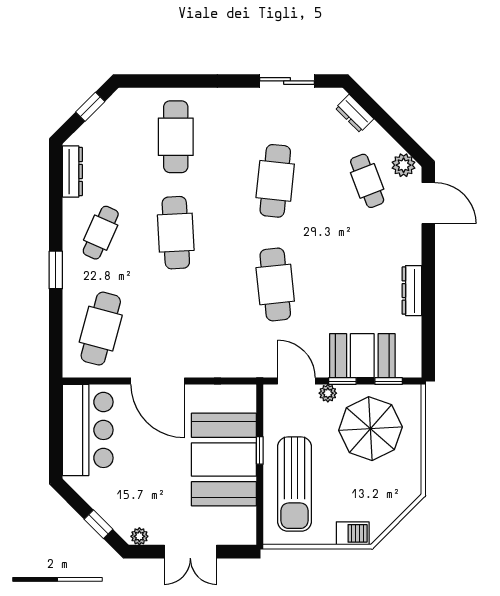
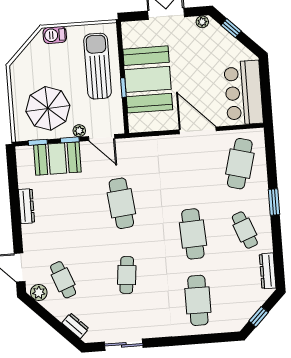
cafe table: (275, 181) -> (127, 275), width x0.73, depth x0.74
cafe table: (101, 233) -> (245, 230), turned -45

